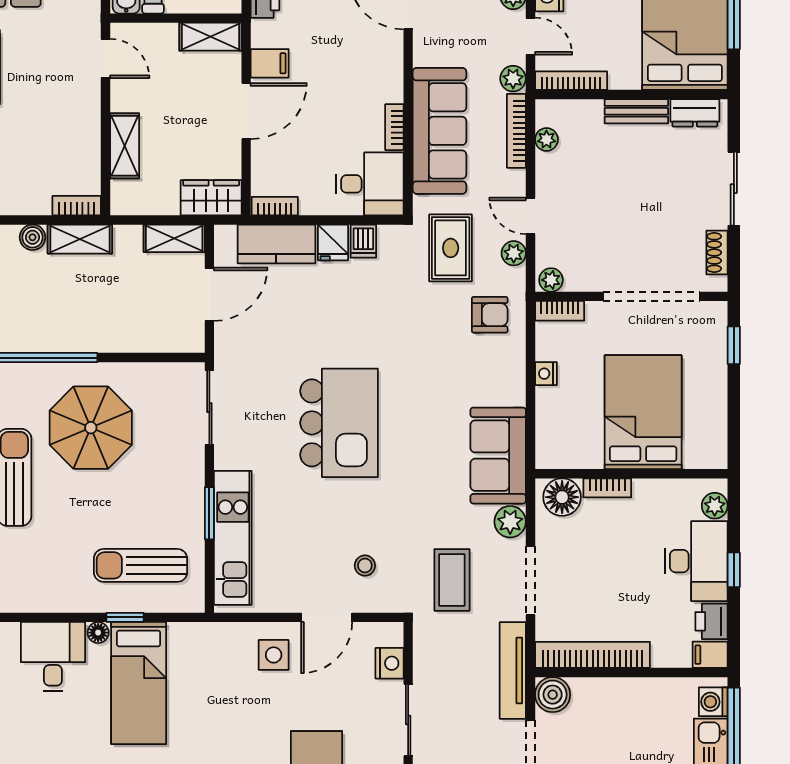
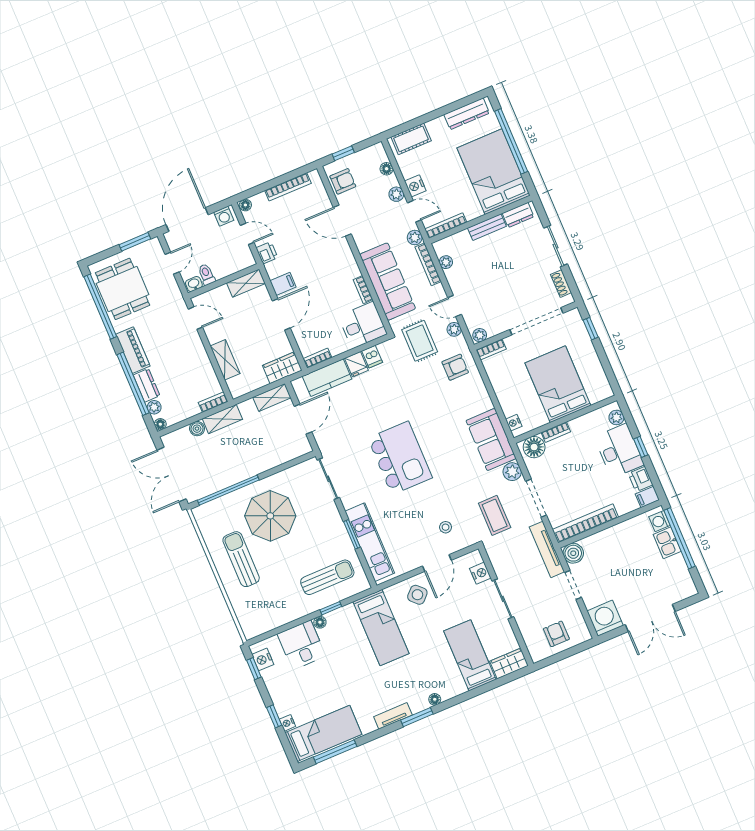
nightstand: (546, 374) -> (514, 423), moved
sun lounger: (141, 565) -> (327, 577), turned 180
side table: (274, 655) -> (417, 595), turned 45
bed: (139, 683) -> (381, 628), moved

